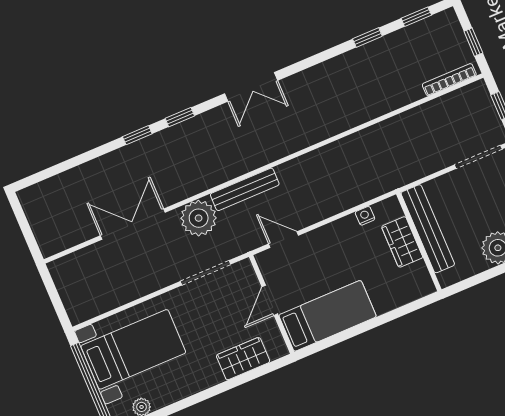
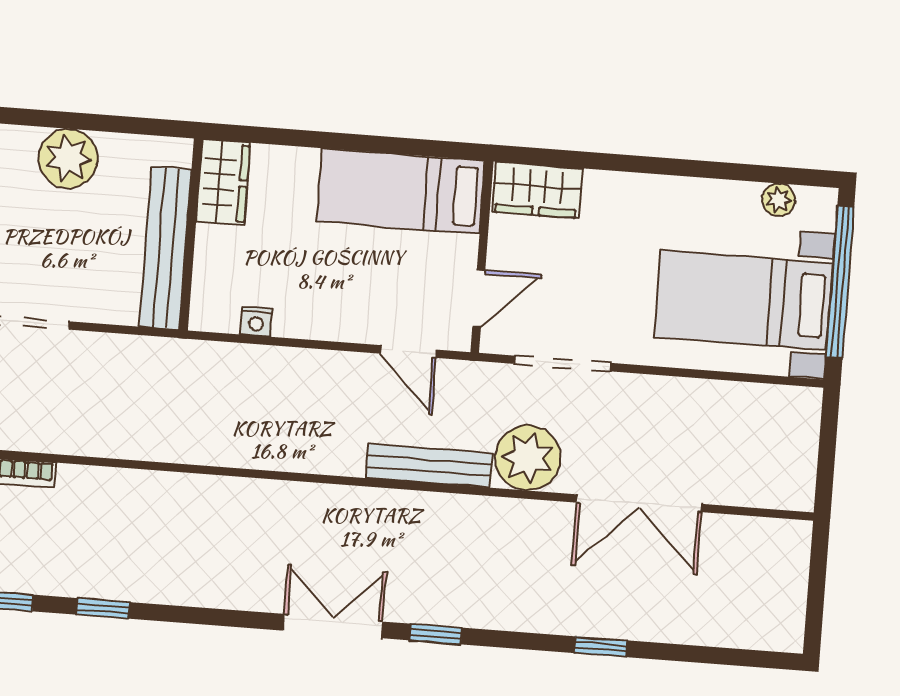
window: (180, 117) -> (436, 634), moved
window: (137, 135) -> (601, 647), moved
wardrobe: (402, 242) -> (223, 182), moved
door: (270, 300) -> (479, 299), moved
wardrobe: (243, 359) -> (537, 190), moved

